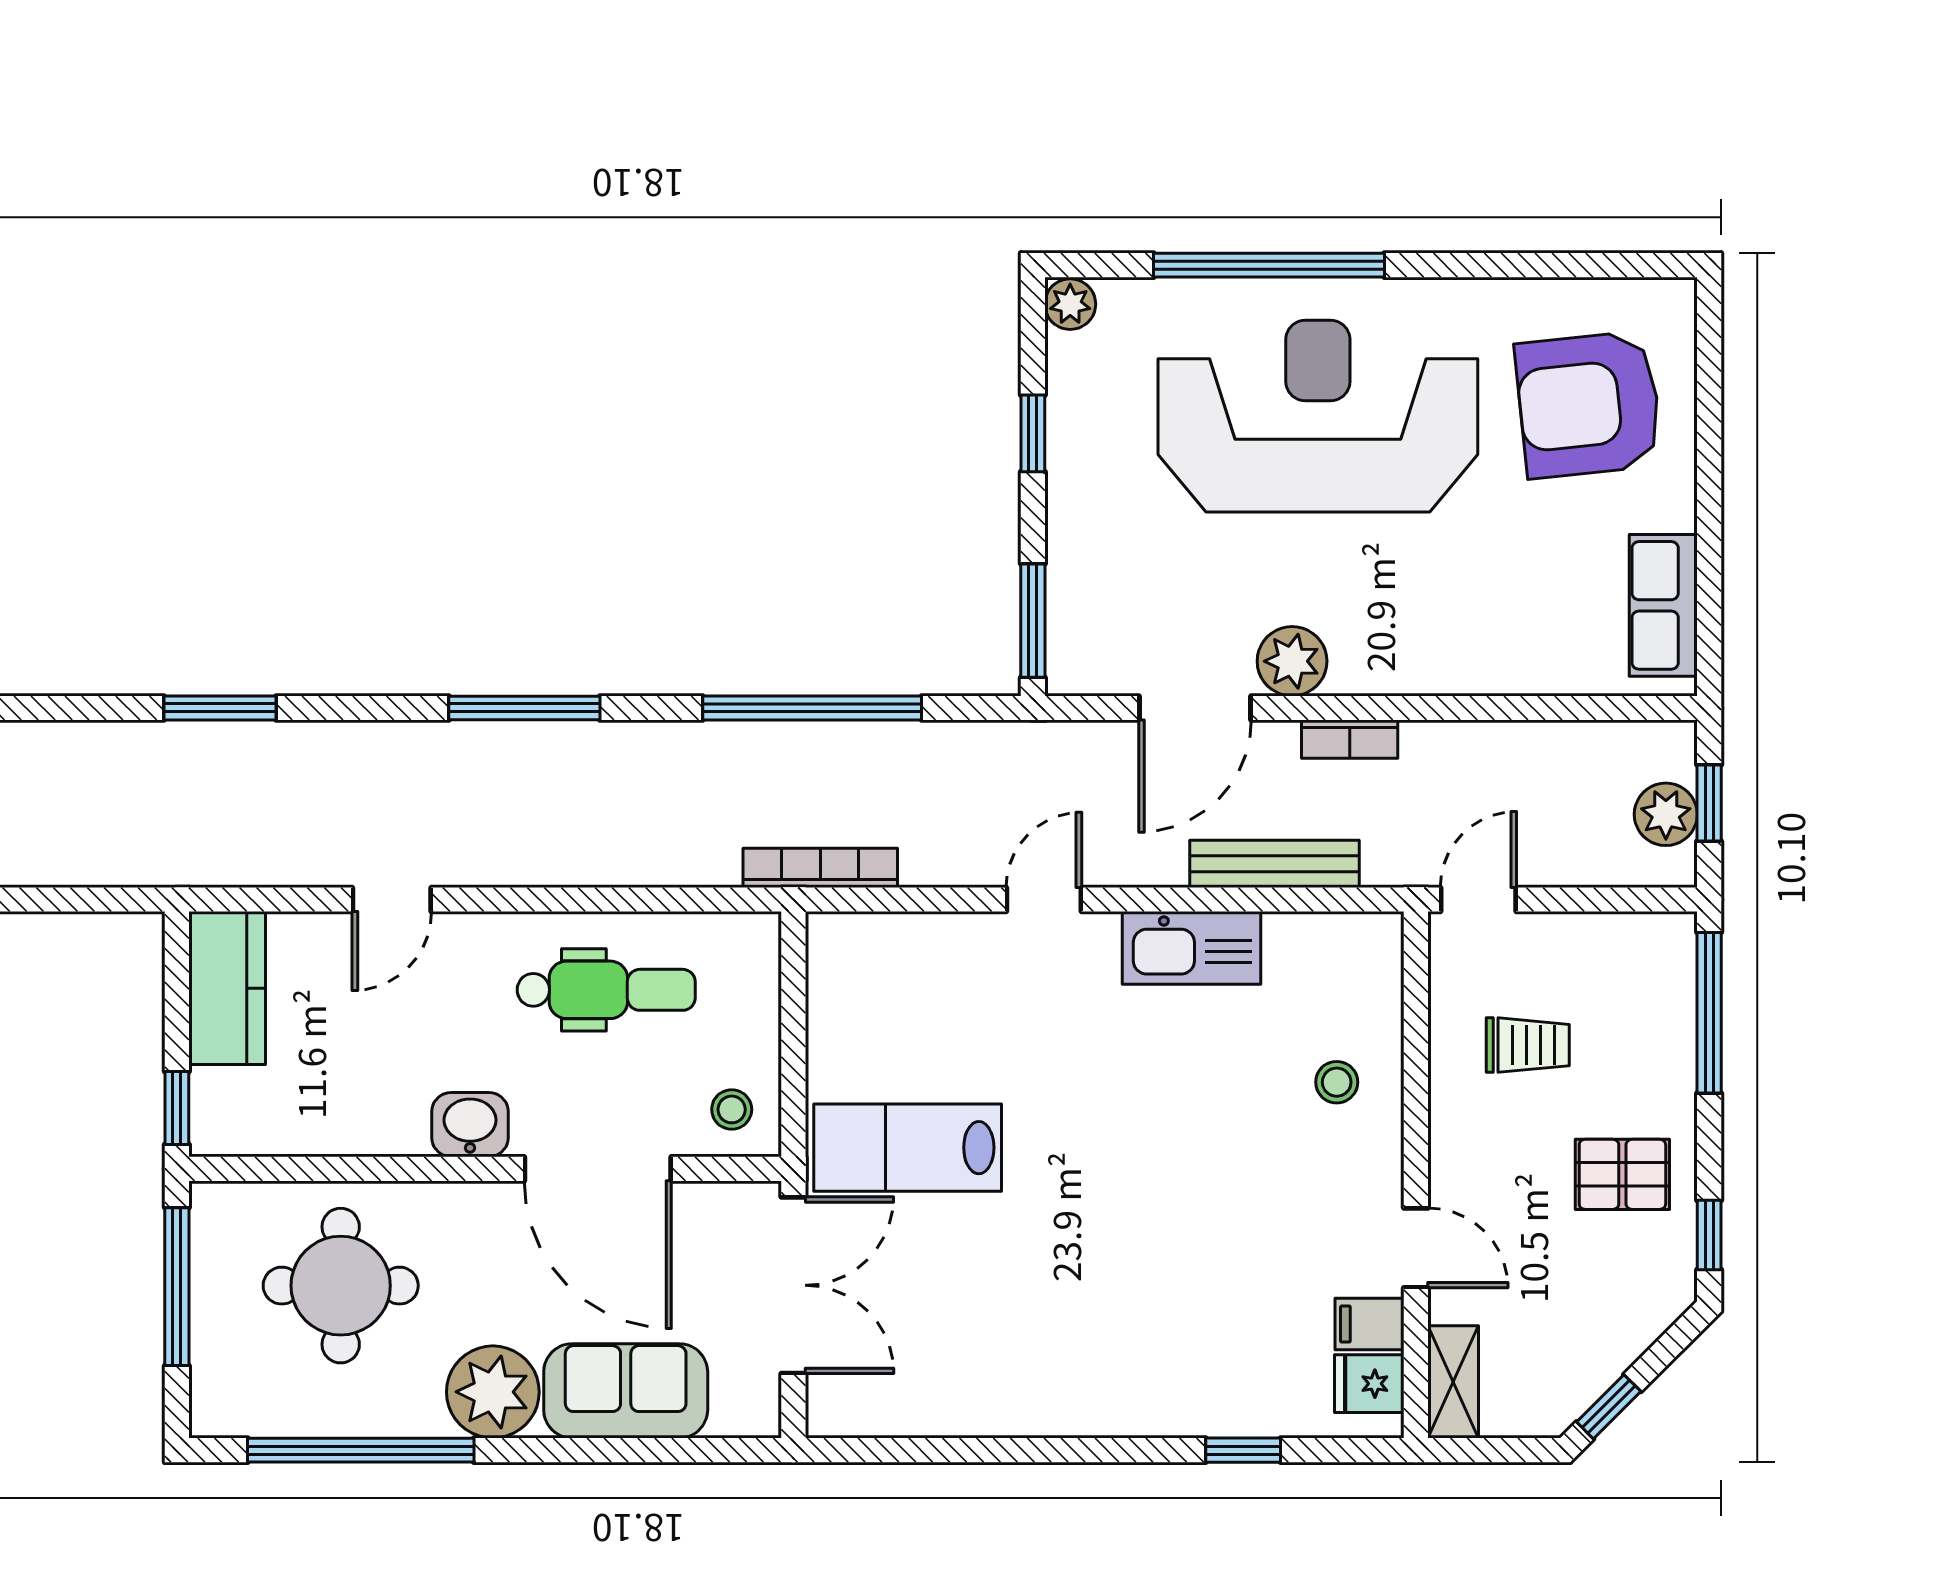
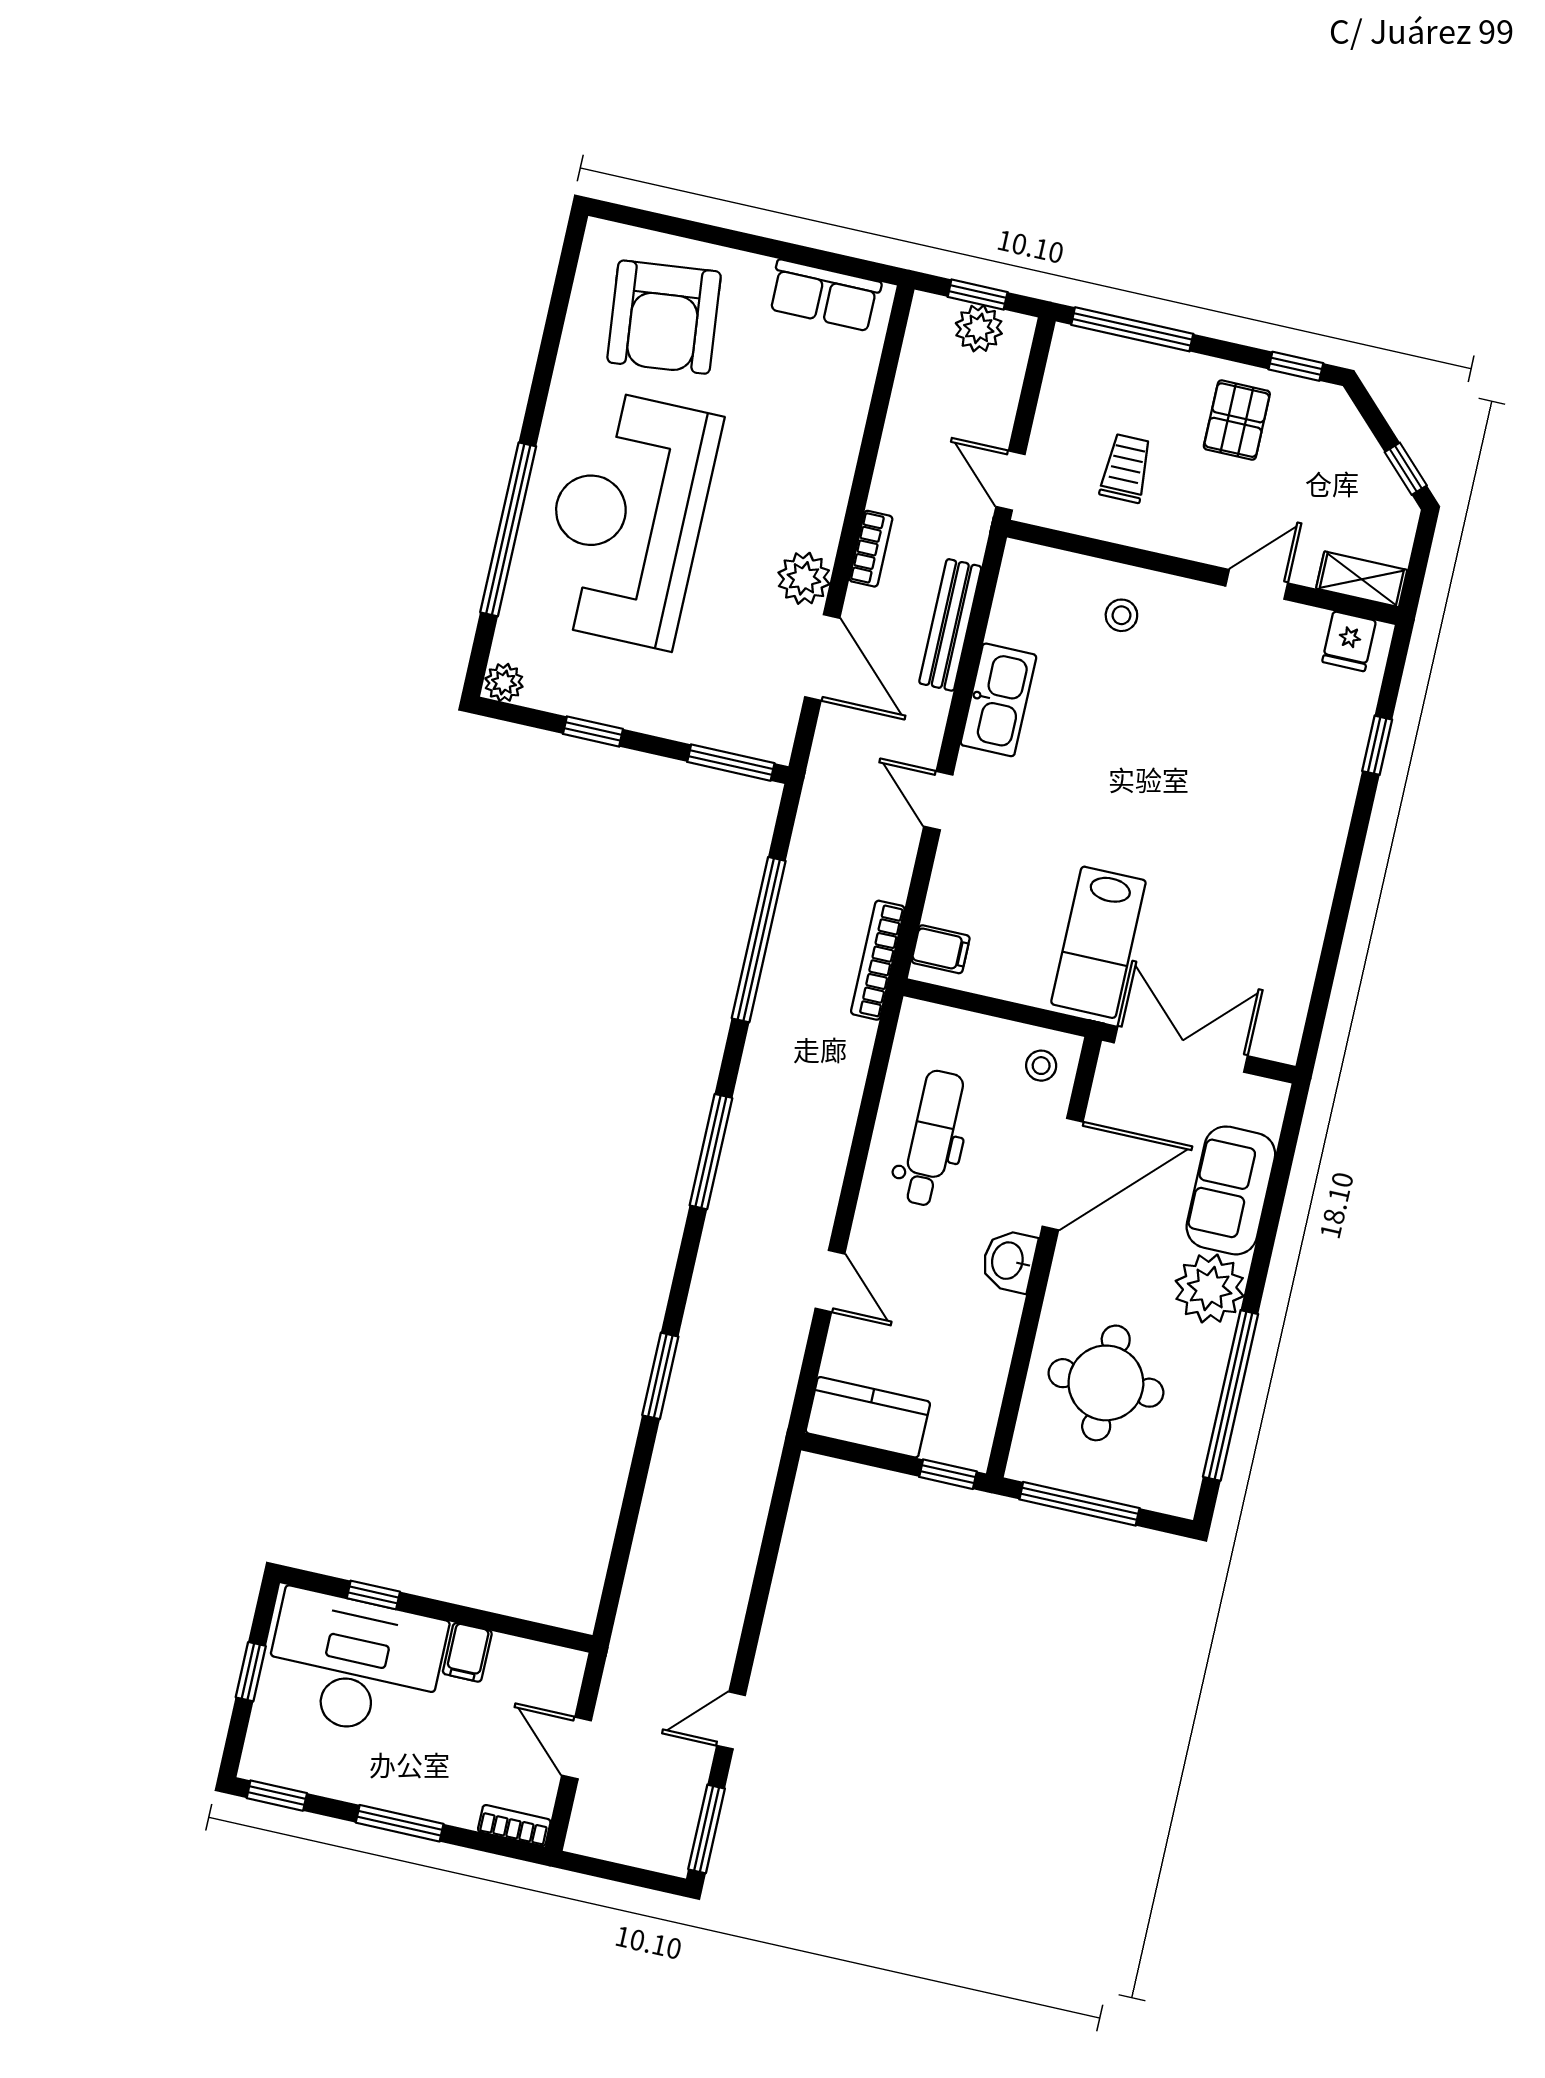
filing cabinet: (1369, 1324) -> (941, 949), moved, turned -90

